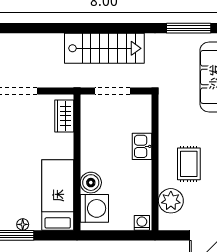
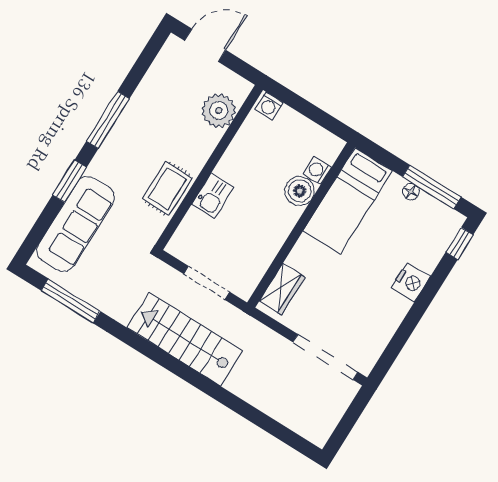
rug: (189, 164) -> (167, 189), moved
washing machine: (94, 208) -> (317, 170), width x0.53, depth x0.53

